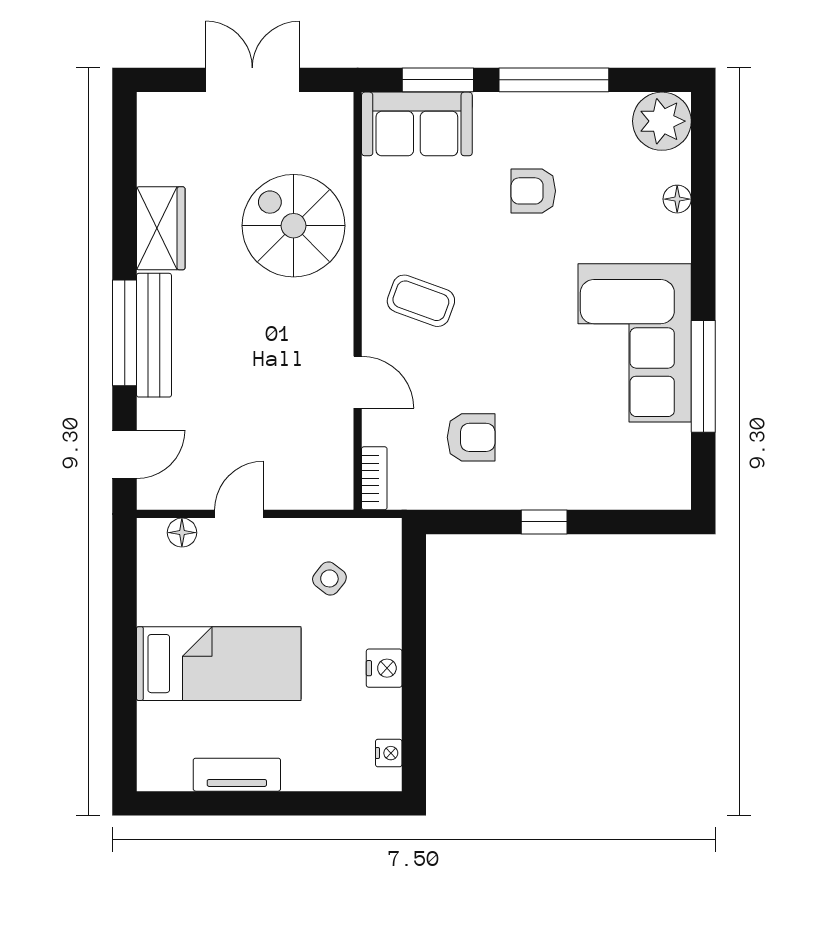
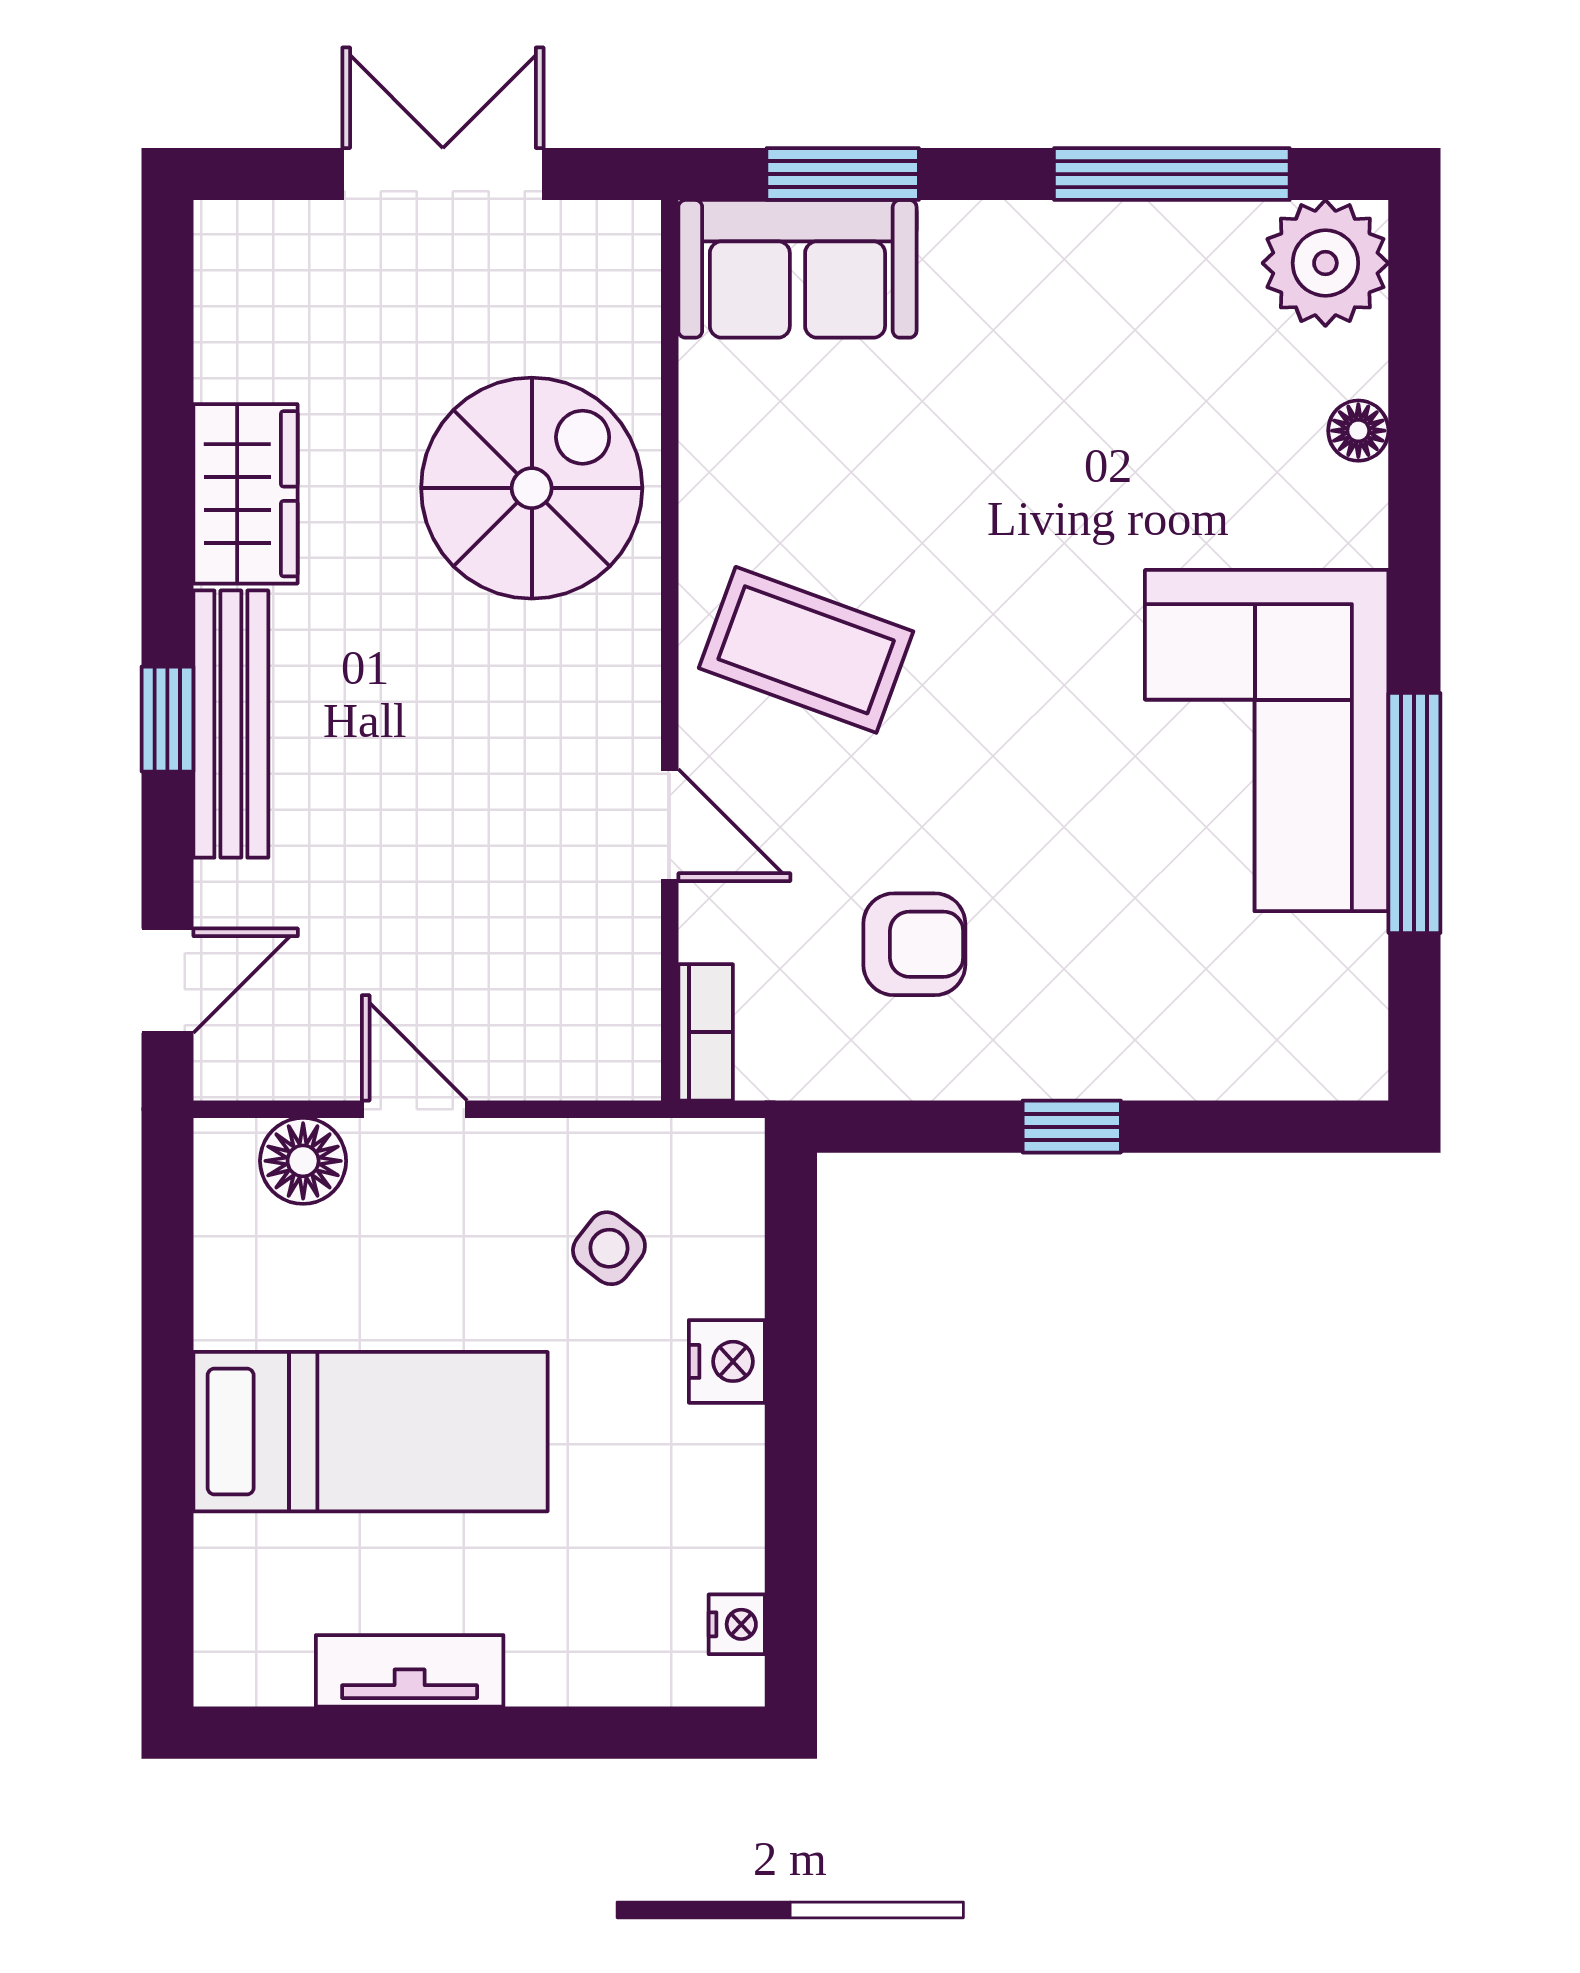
window: (554, 80) -> (1172, 174), moved
armchair: (533, 191) -> (1048, 413), removed
spiral stairs: (294, 226) -> (532, 488), turned 90
coffee table: (421, 301) -> (806, 650), width x1.36, depth x1.30
window: (125, 333) -> (167, 719), width x0.46
door: (239, 514) -> (414, 1109), hinge flipped
floor lamp: (182, 533) -> (303, 1161), width x1.37, depth x1.37
nightstand: (384, 668) -> (727, 1361), moved

